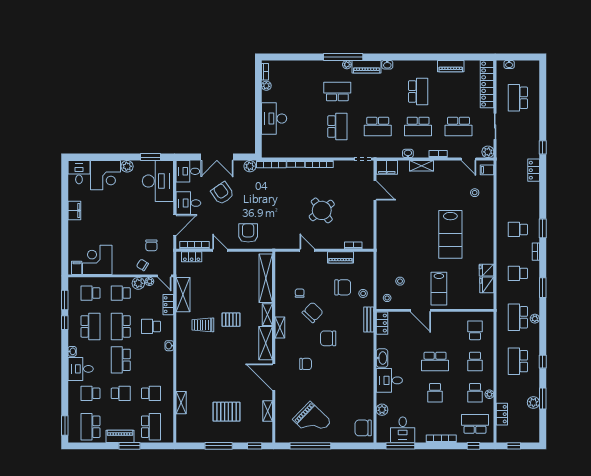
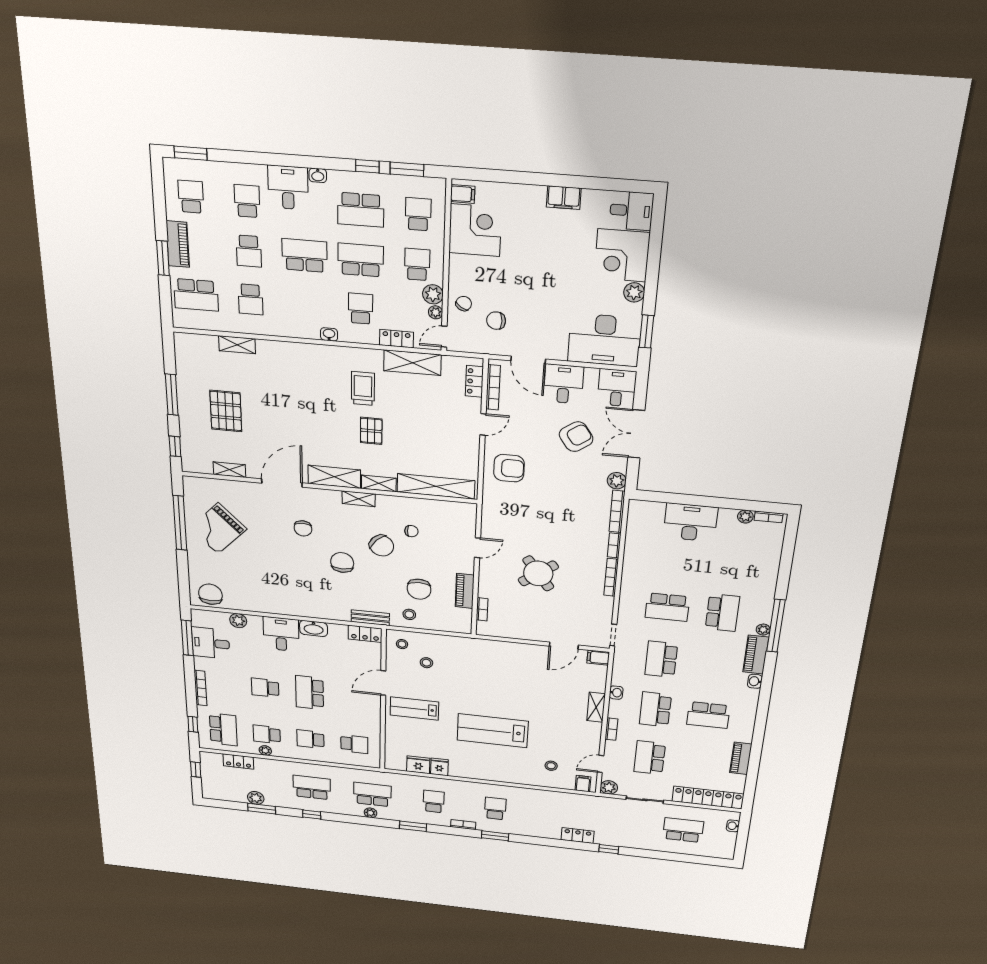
filing cabinet: (387, 167) -> (598, 658), width x0.50
school desk: (90, 427) -> (191, 197), width x0.54

